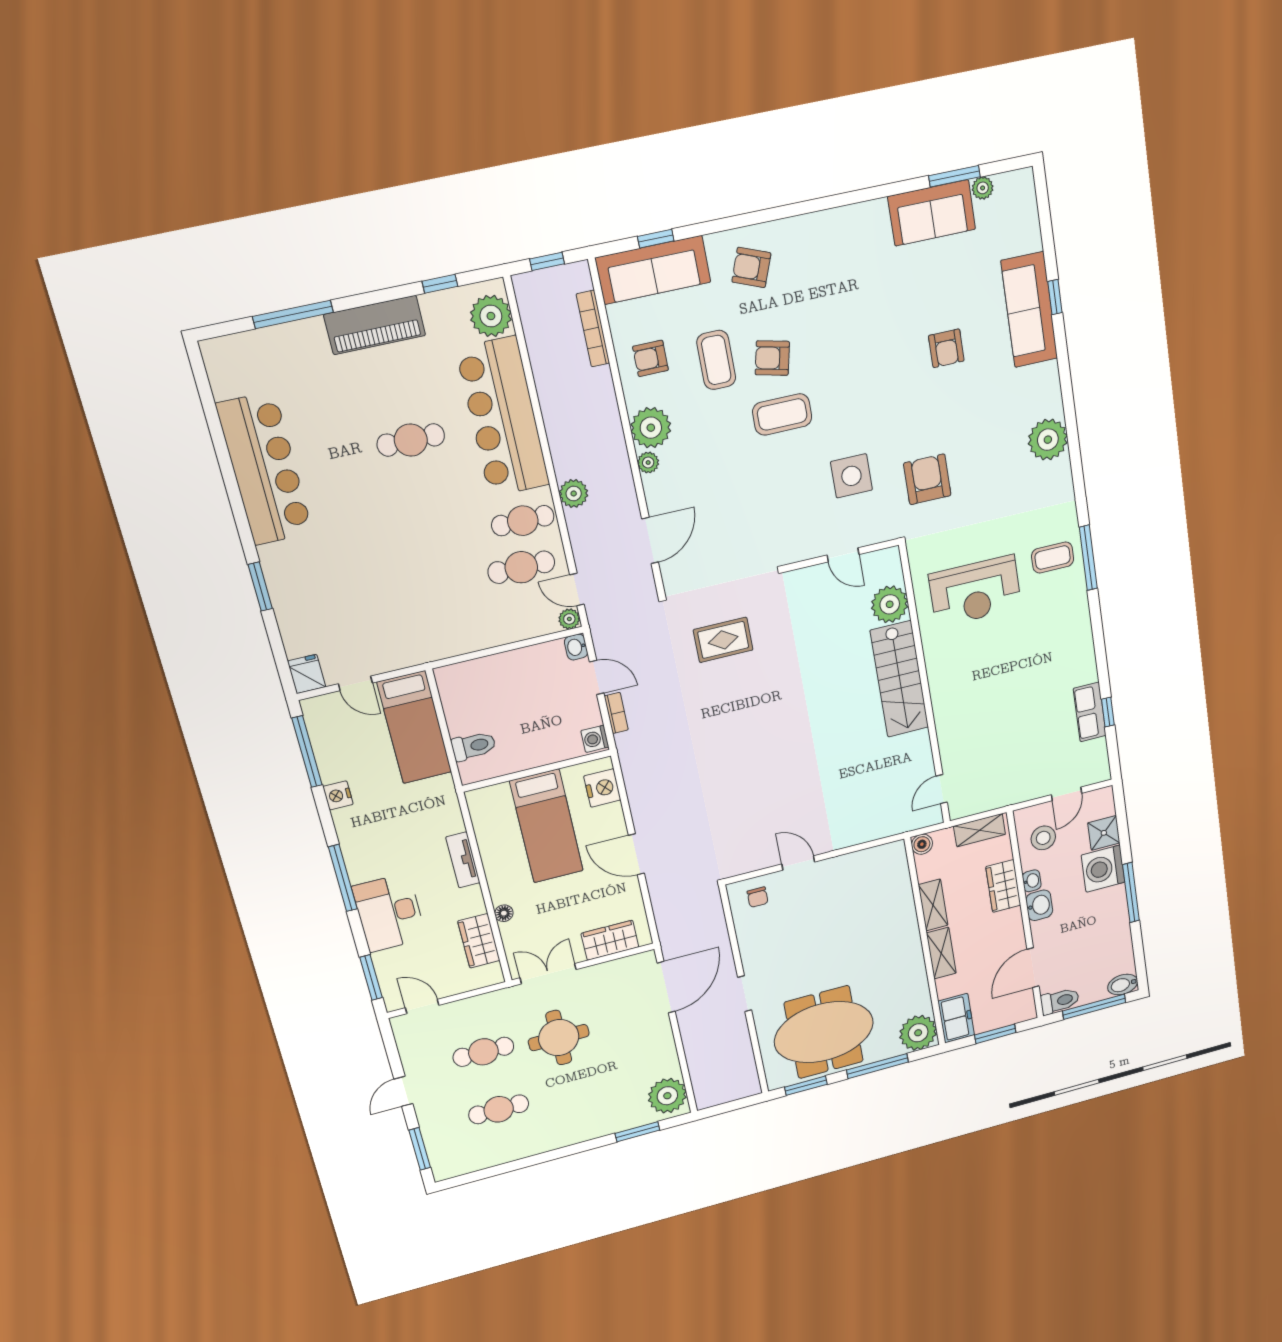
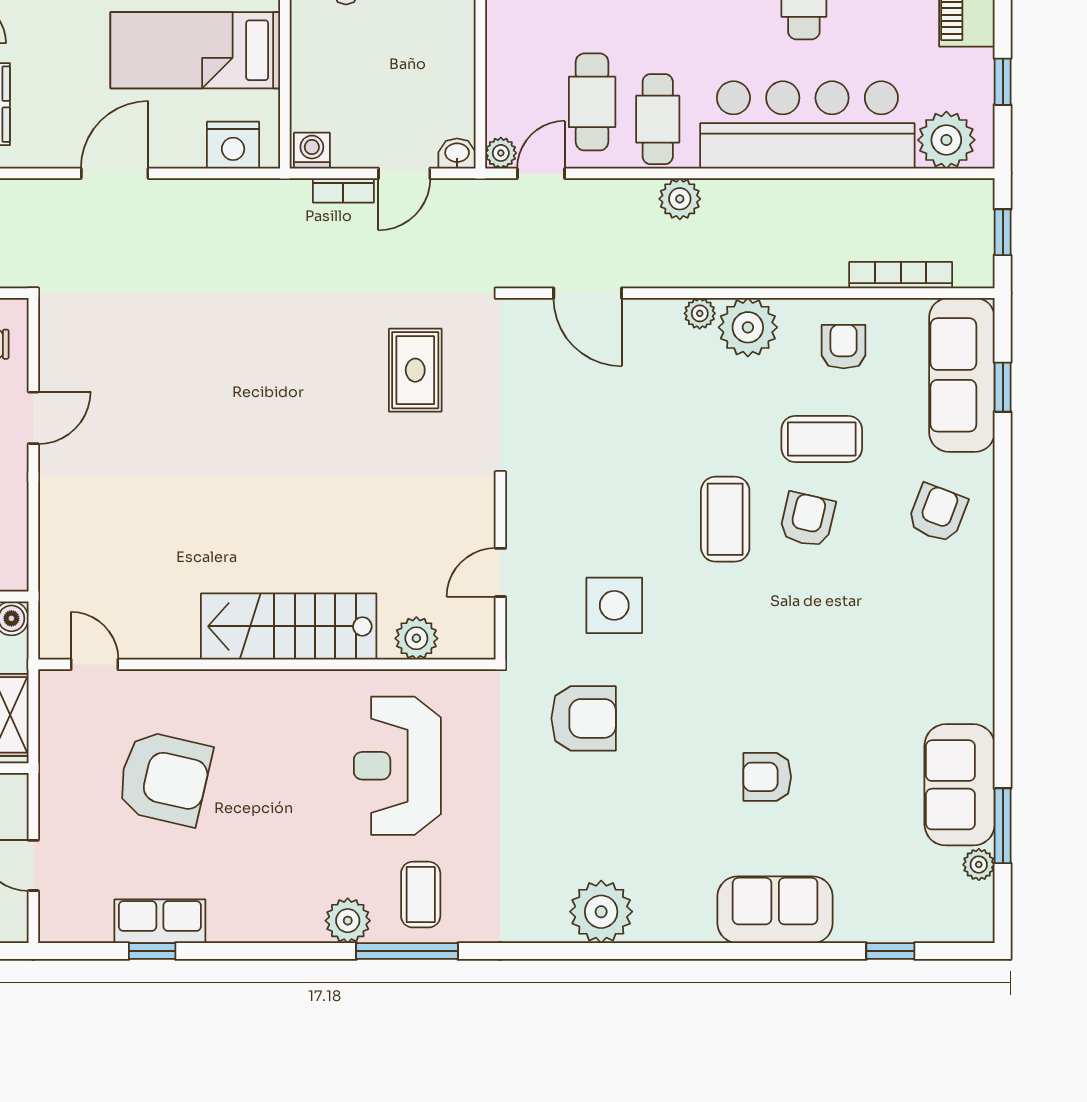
window: (1055, 297) -> (890, 951), moved
sofa: (1029, 310) -> (775, 910), width x0.73
plant: (1074, 599) -> (348, 921), added
plant: (890, 604) -> (416, 638), width x0.73, depth x0.73
armchair: (1004, 731) -> (164, 778), added

